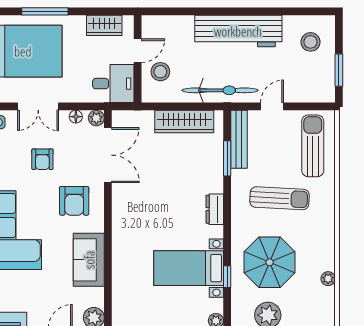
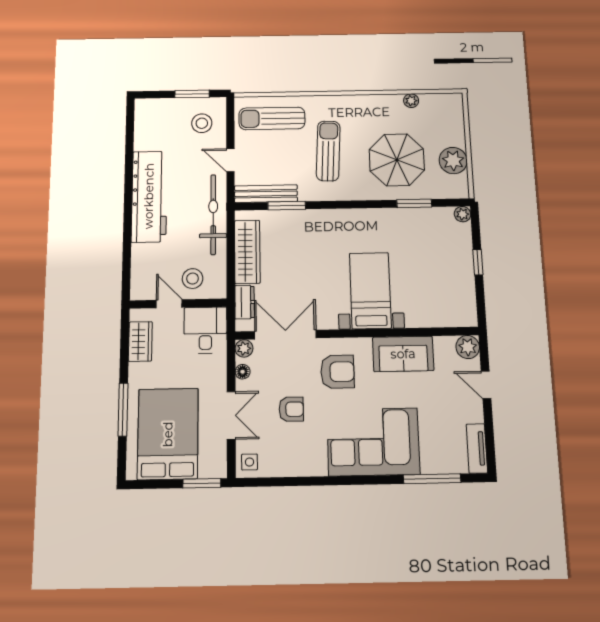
stool: (310, 42) -> (202, 123), moved
dresser: (215, 209) -> (245, 302), moved, turned -90
bed with nightstands: (189, 268) -> (370, 291), moved, turned 180
window: (227, 277) -> (414, 203), width x1.50

